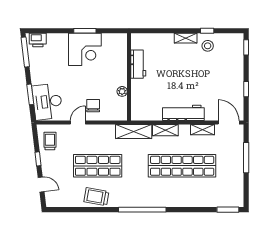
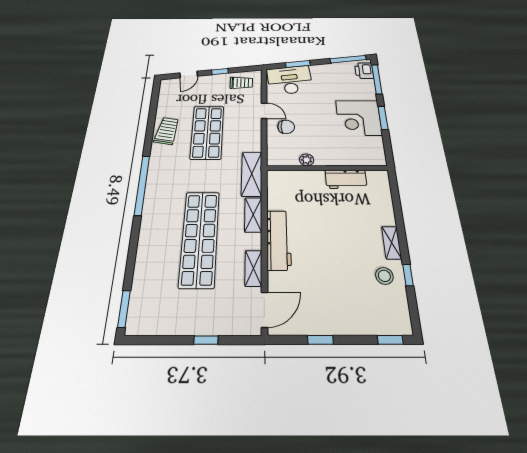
window: (47, 31) -> (377, 79), added
window: (246, 158) -> (206, 340), width x0.46

